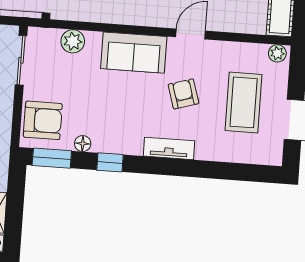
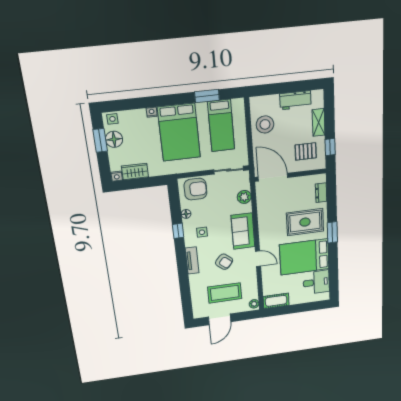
armchair: (183, 94) -> (224, 262), turned 57
armchair: (43, 120) -> (195, 189), turned -90
side table: (121, 123) -> (202, 232), added
window: (52, 158) -> (174, 198), removed

